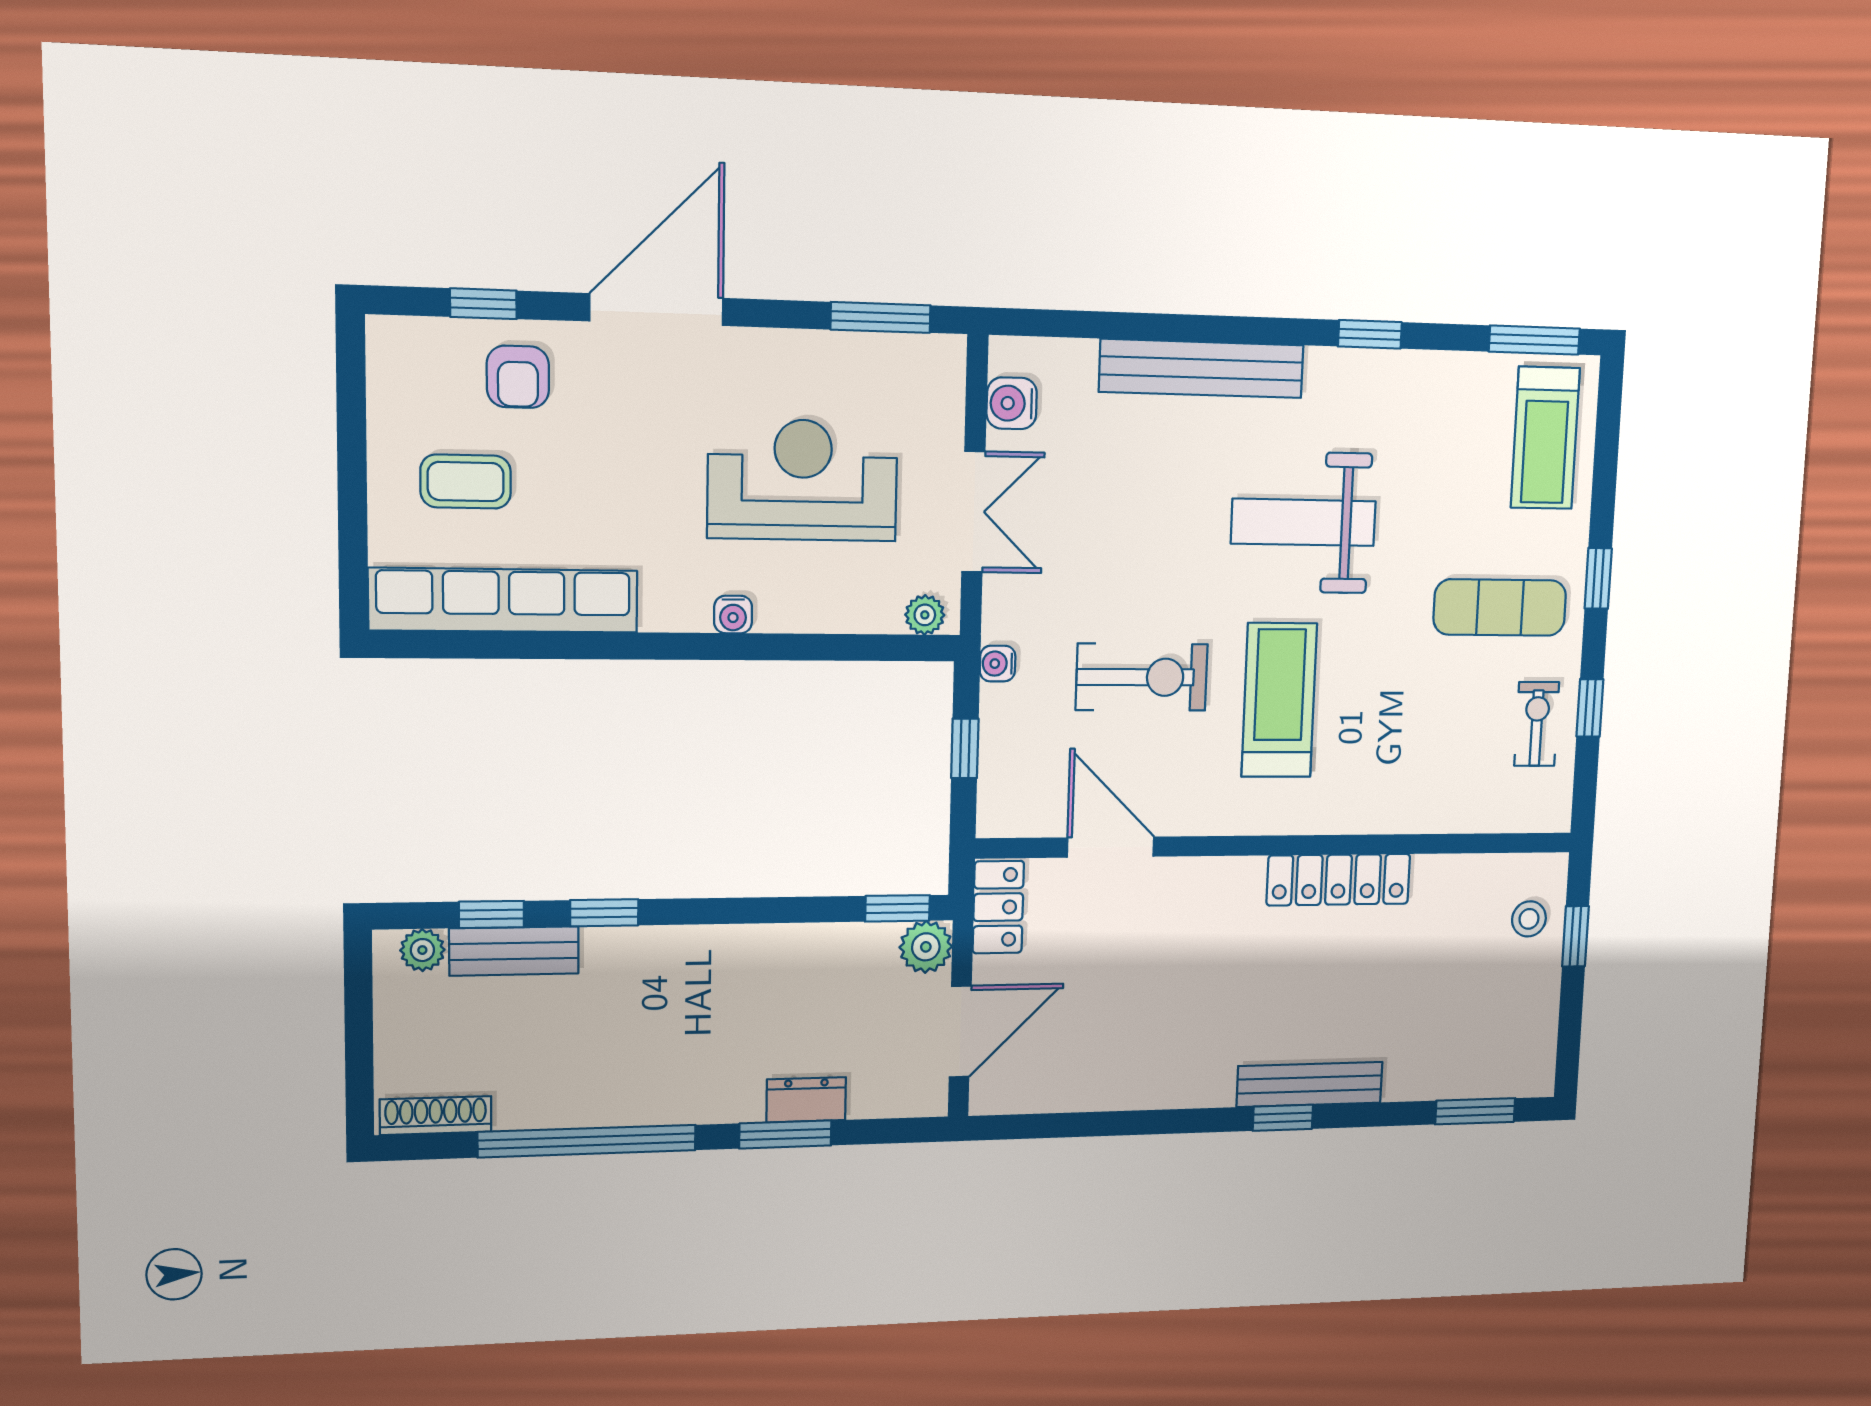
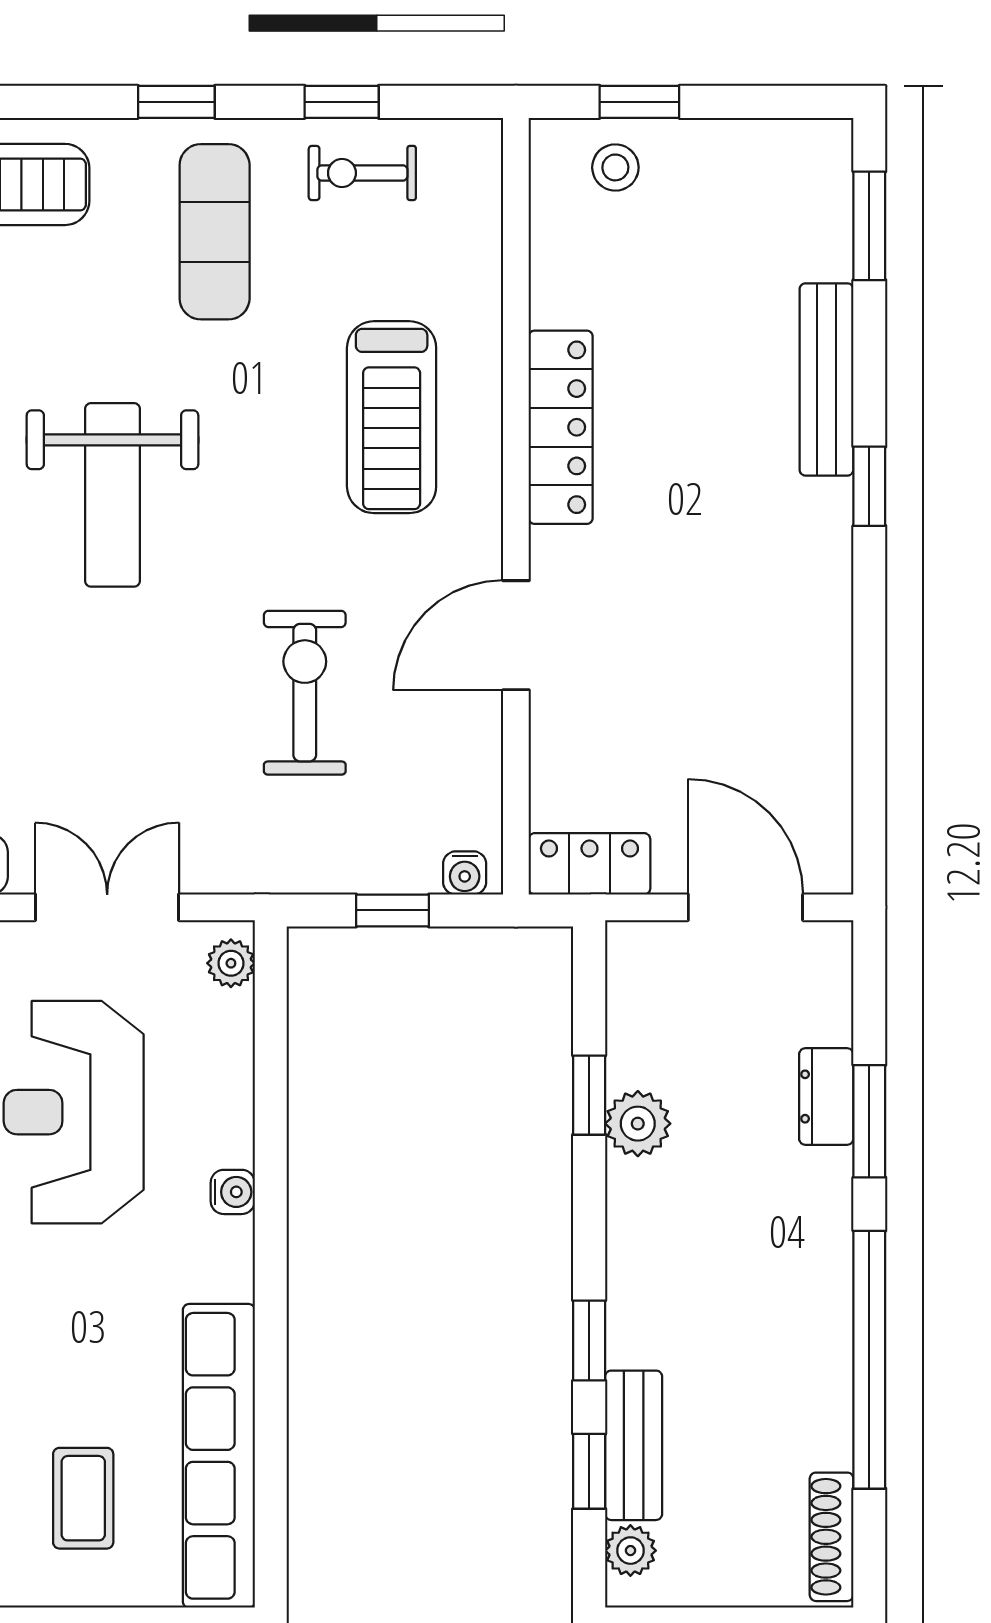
water cooler: (998, 664) -> (465, 873), moved
treadmill: (1279, 700) -> (392, 417), moved, turned -90
door: (1111, 847) -> (516, 635), moved
window: (897, 908) -> (589, 1095), moved
plant: (926, 947) -> (638, 1124), moved
bench: (1310, 1084) -> (826, 379), moved

